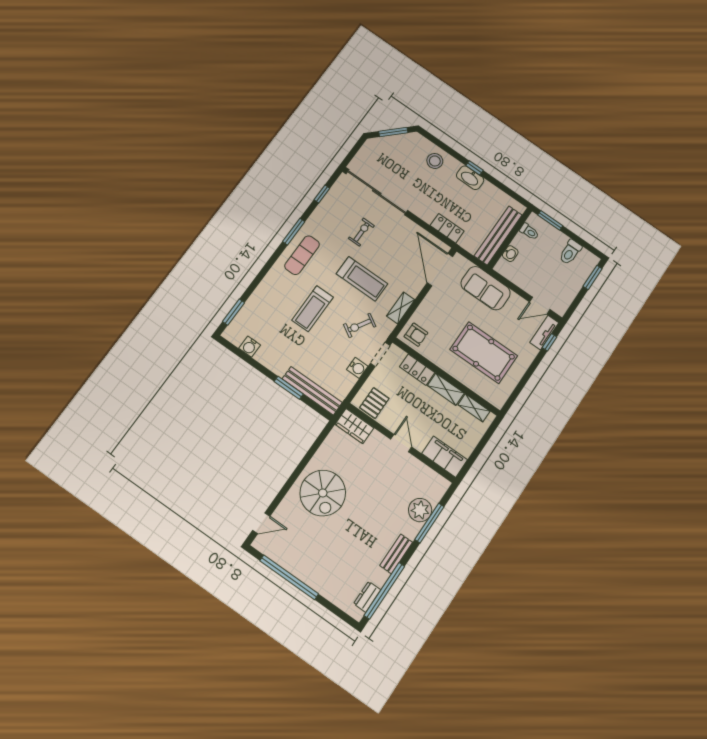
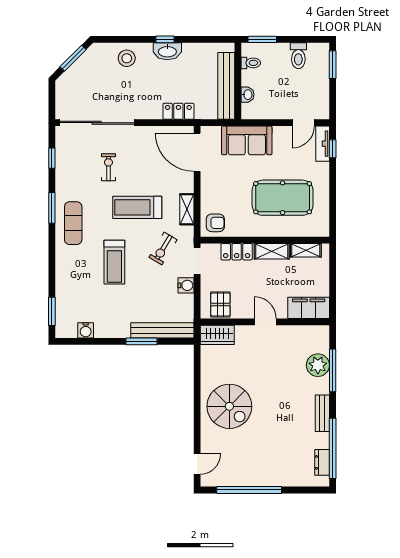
treadmill: (362, 279) -> (137, 207), turned 180

